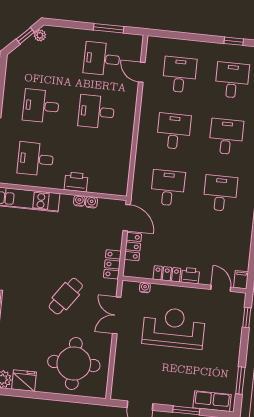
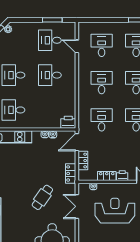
printer: (76, 182) -> (68, 122), moved
door: (127, 218) -> (77, 142), swing flipped

